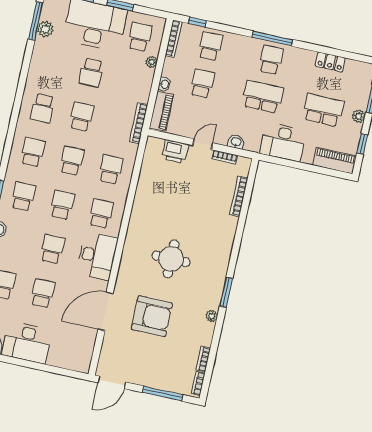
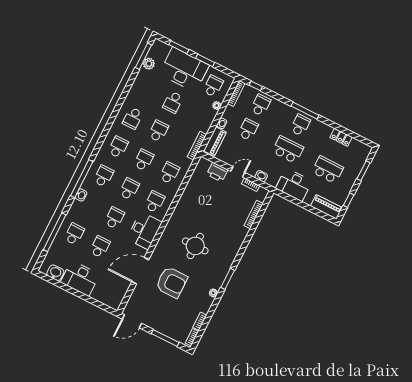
plant: (359, 116) -> (351, 180), removed

